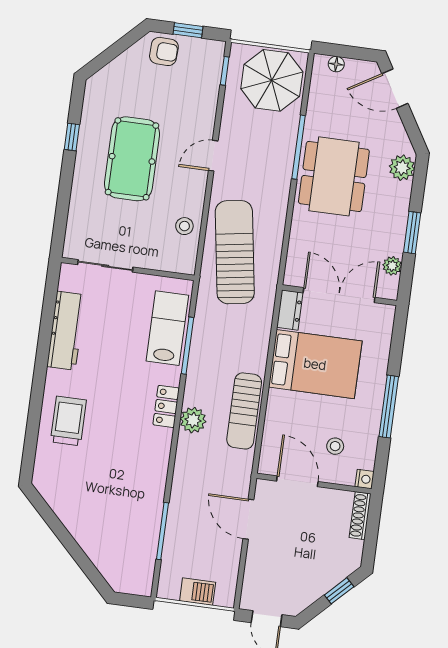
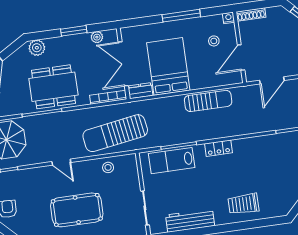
bookcase: (294, 257) -> (108, 97), added
plant: (193, 420) -> (222, 130), removed

